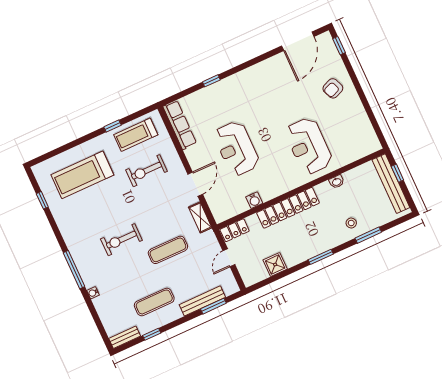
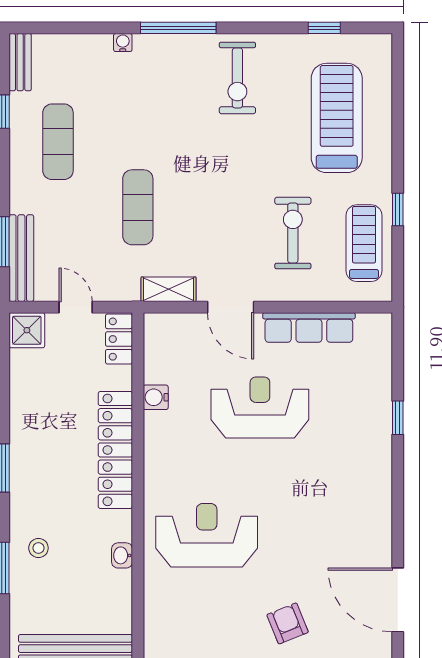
row of seats: (180, 125) -> (309, 327), moved
exercise bike: (121, 240) -> (237, 78), moved, turned 180
shower: (275, 264) -> (27, 330), moved
bench: (202, 301) -> (21, 258), moved

